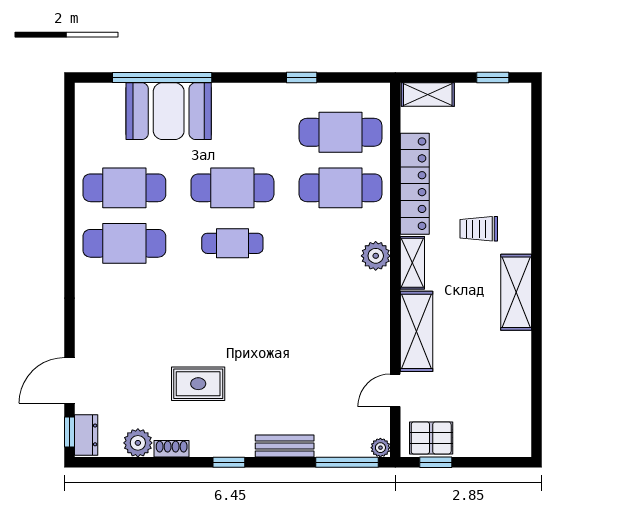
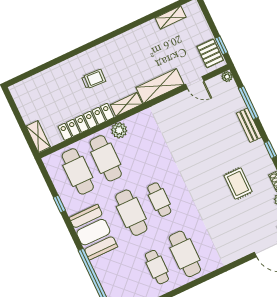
window: (493, 77) -> (14, 108), removed
booth: (169, 111) -> (93, 232), moved
cafe table: (124, 188) -> (157, 267), width x0.73, depth x0.74
trolley: (479, 229) -> (94, 79), turned -87
plant: (376, 256) -> (119, 130), moved
shelving: (516, 292) -> (171, 18), moved, width x0.67, depth x0.75
window: (347, 462) -> (248, 103), moved

